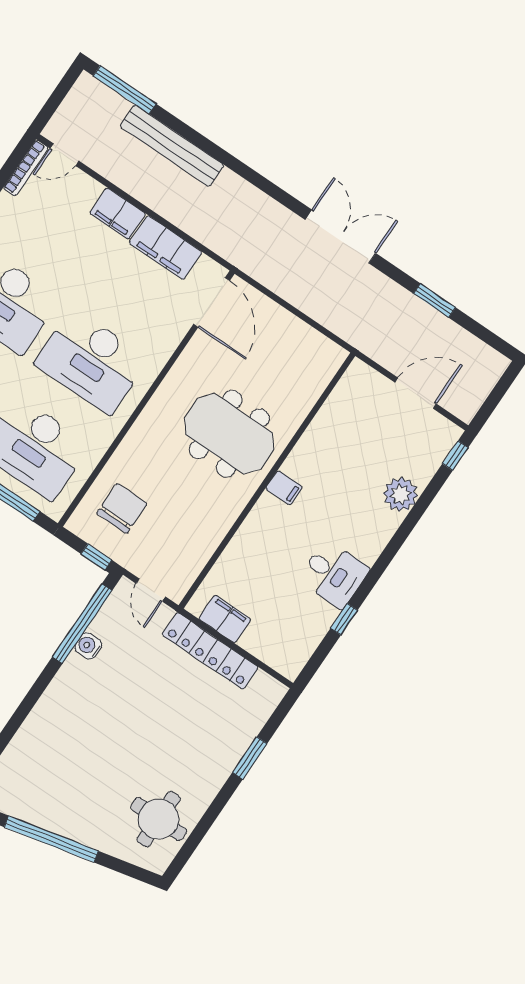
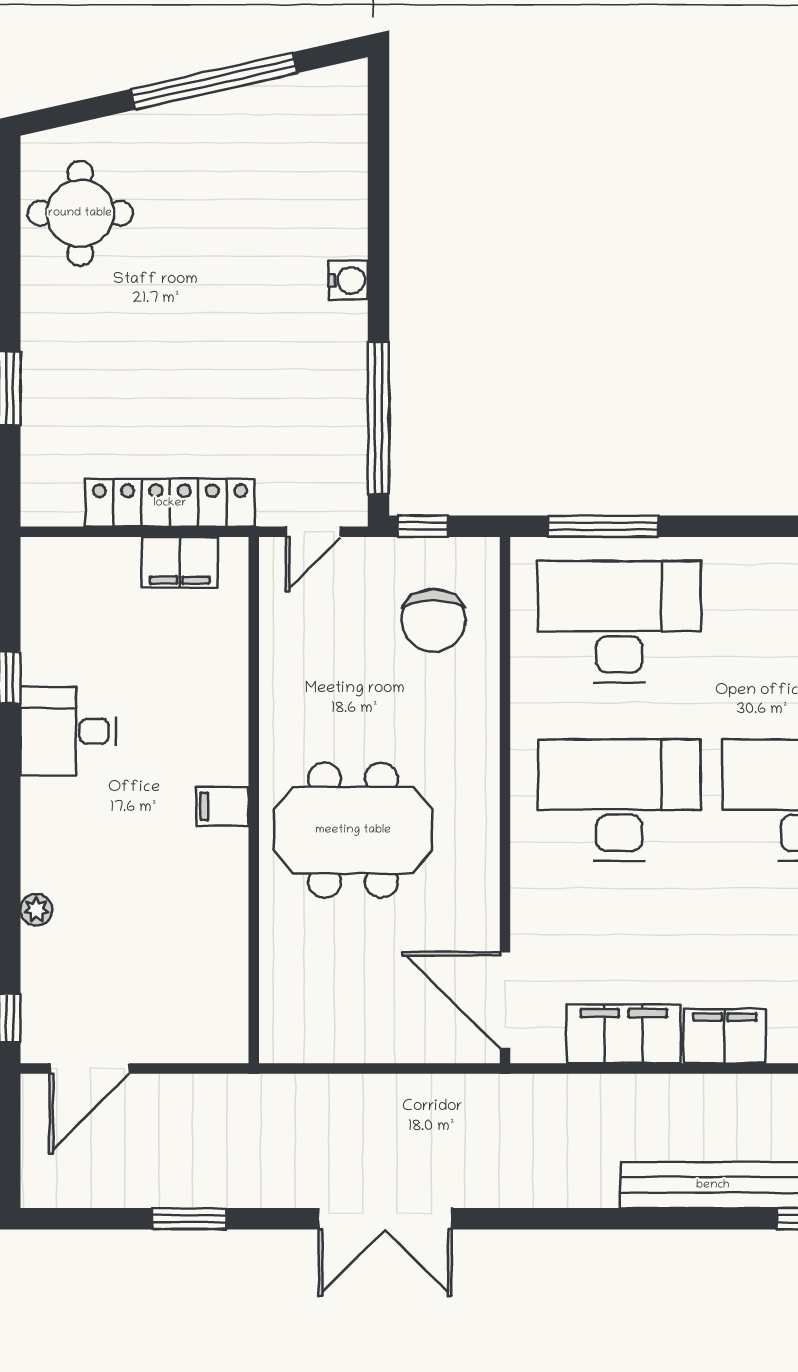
door: (415, 393) -> (89, 1068), moved
plant: (401, 494) -> (36, 910), width x0.53, depth x0.53
door: (151, 590) -> (313, 532), swing flipped
water cooler: (88, 646) -> (348, 280), moved

